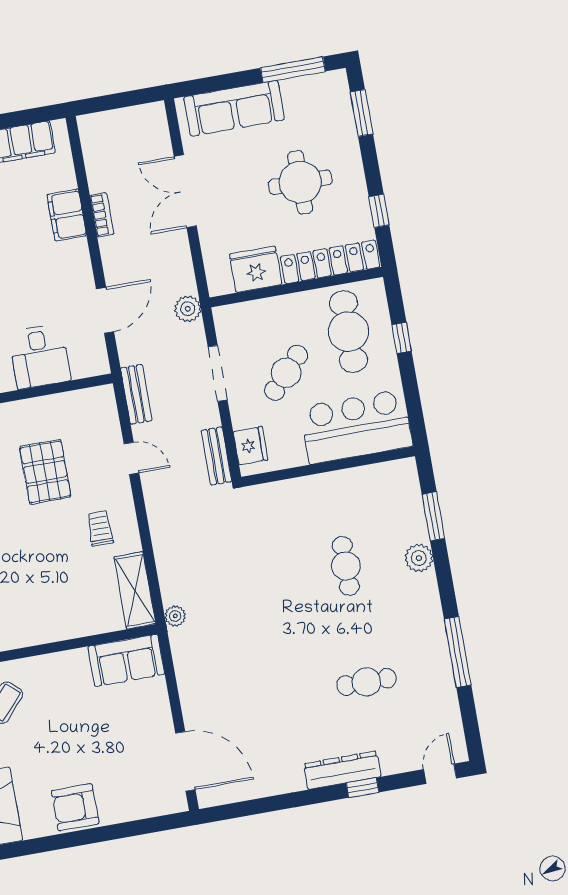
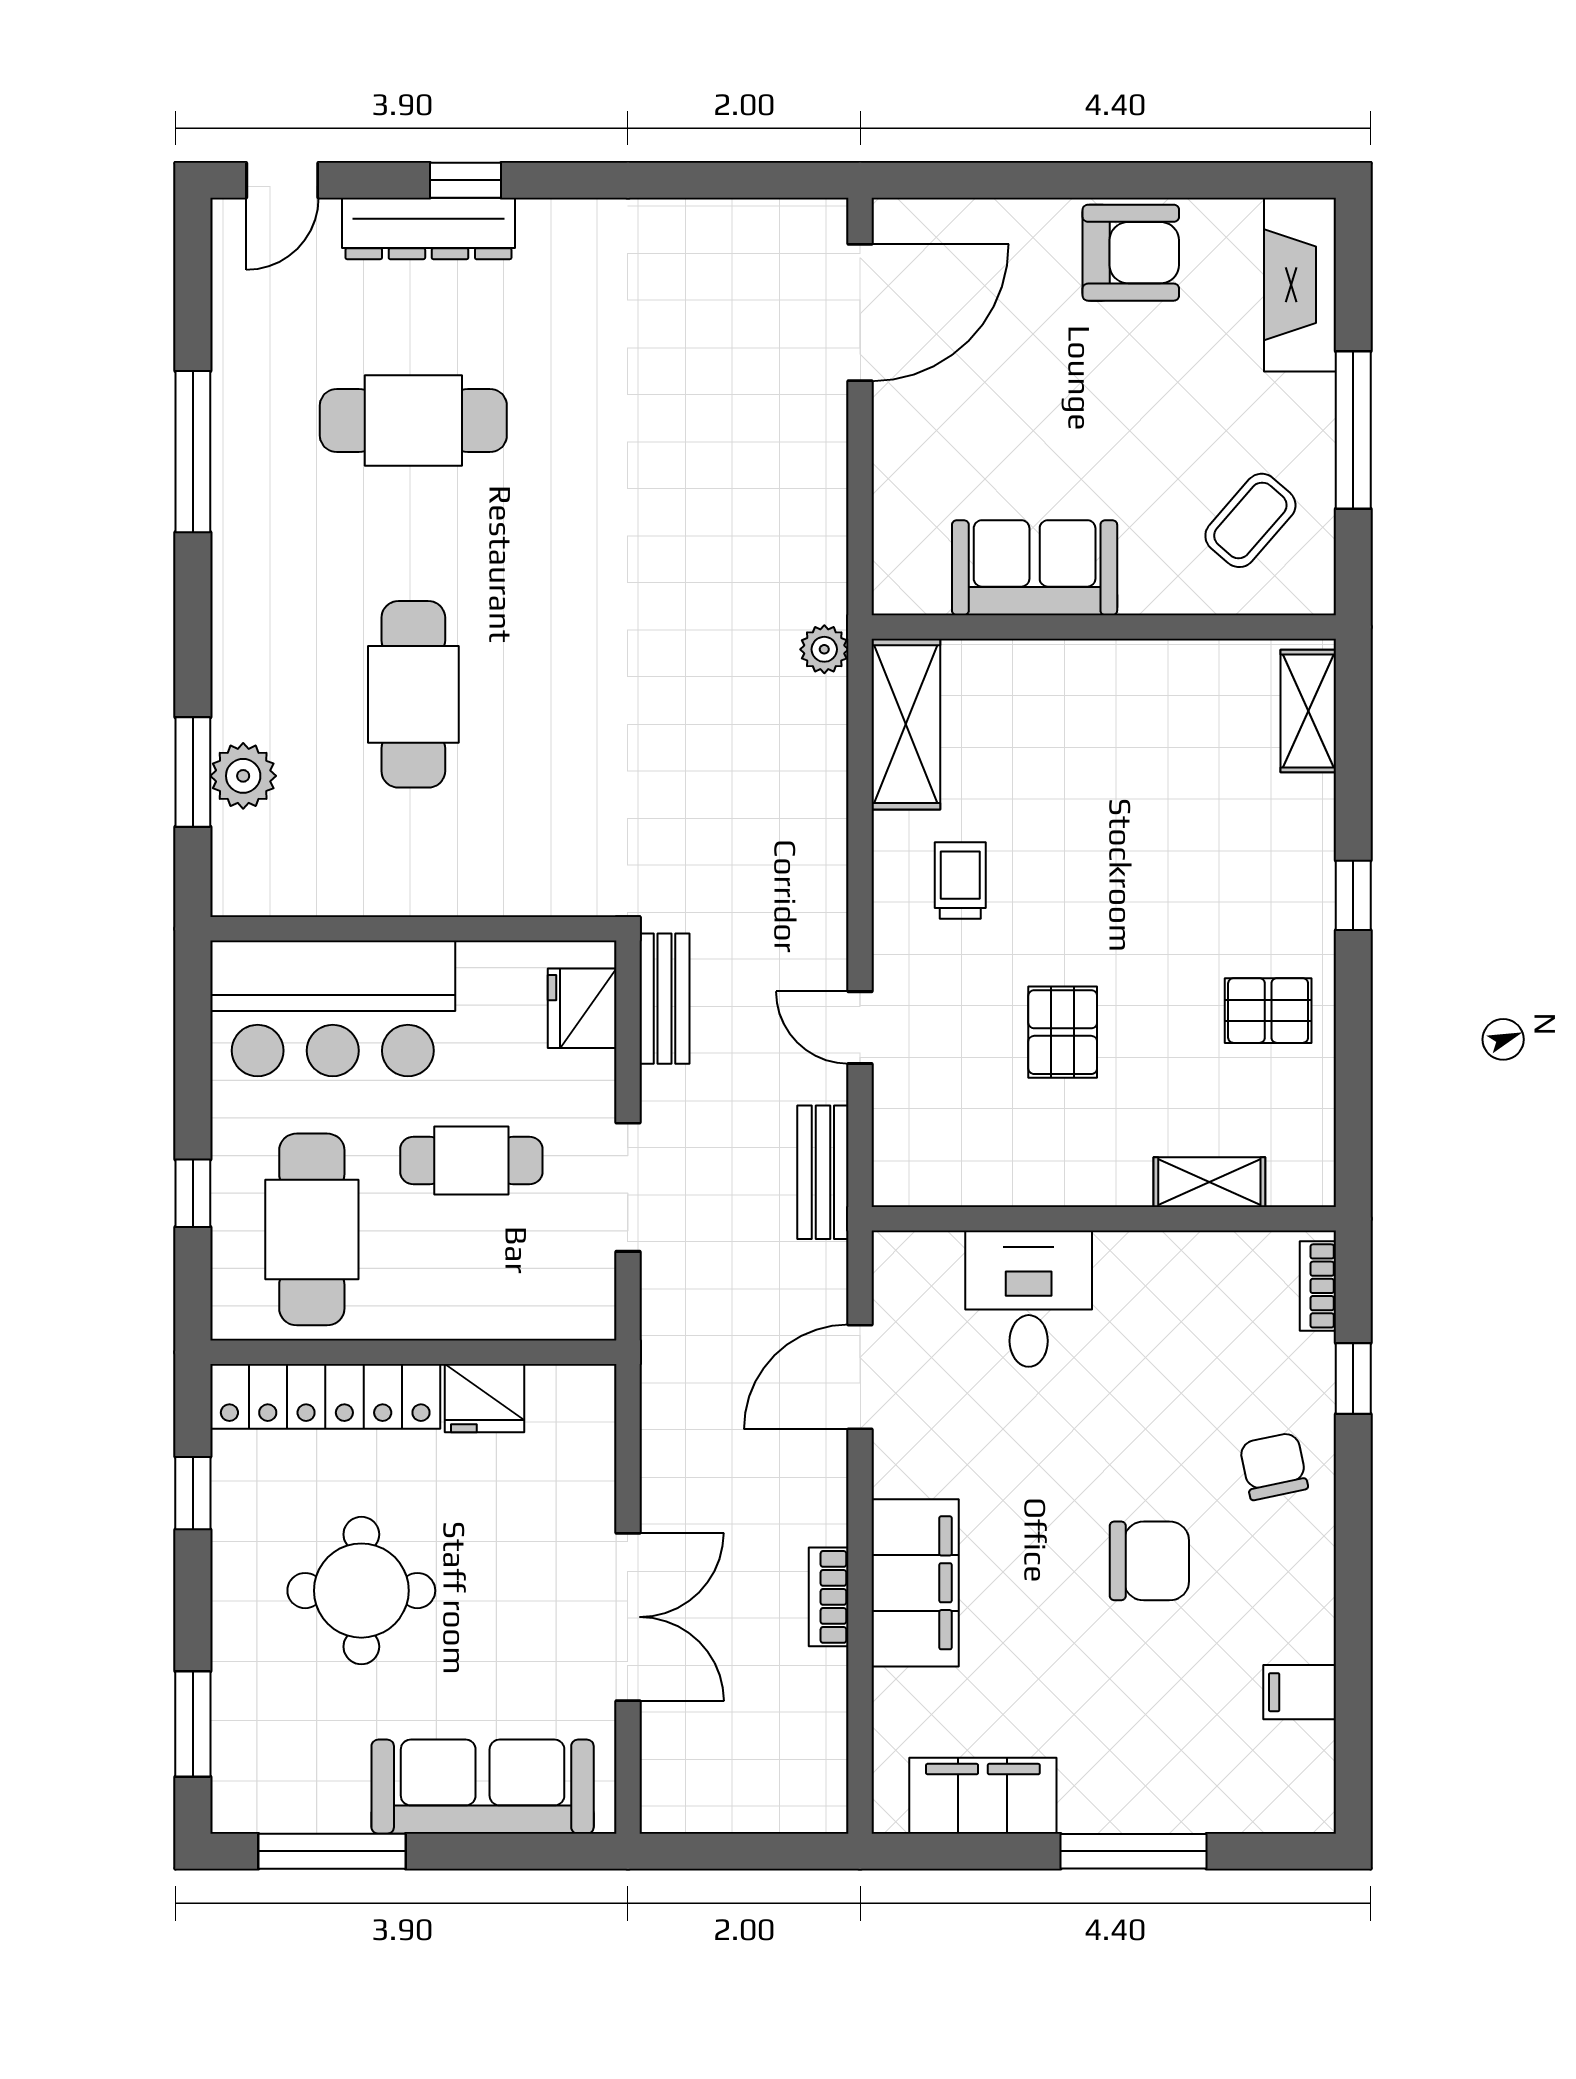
filing cabinet: (67, 215) -> (915, 1583), width x1.50, depth x1.17
fridge: (256, 269) -> (484, 1398), width x0.73, depth x0.75
plant: (188, 309) -> (670, 1347), removed
cafe table: (286, 373) -> (471, 1161), turned 47
pallet: (45, 472) -> (1063, 1032), width x0.67, depth x0.71
trolley: (100, 528) -> (960, 880), turned 180
plant: (419, 558) -> (243, 776), moved
cafe table: (346, 566) -> (413, 694), width x1.37, depth x1.35
sofa: (126, 660) -> (1035, 568), moved
cafe table: (366, 682) -> (413, 421), width x1.37, depth x1.35
door: (185, 761) -> (860, 313), swing flipped
dresser: (342, 770) -> (428, 228), moved

